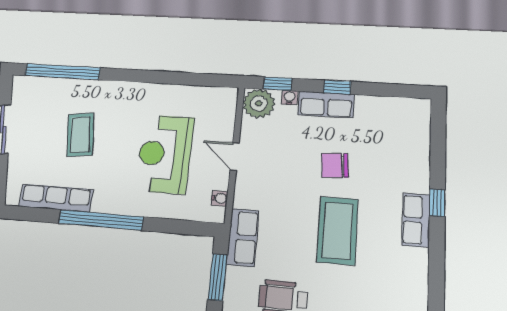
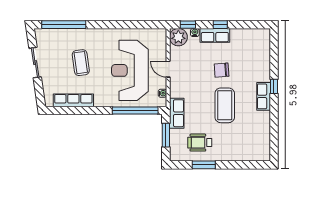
reception desk: (165, 154) -> (130, 70), width x1.36, depth x1.30
window: (101, 220) -> (135, 111), moved

